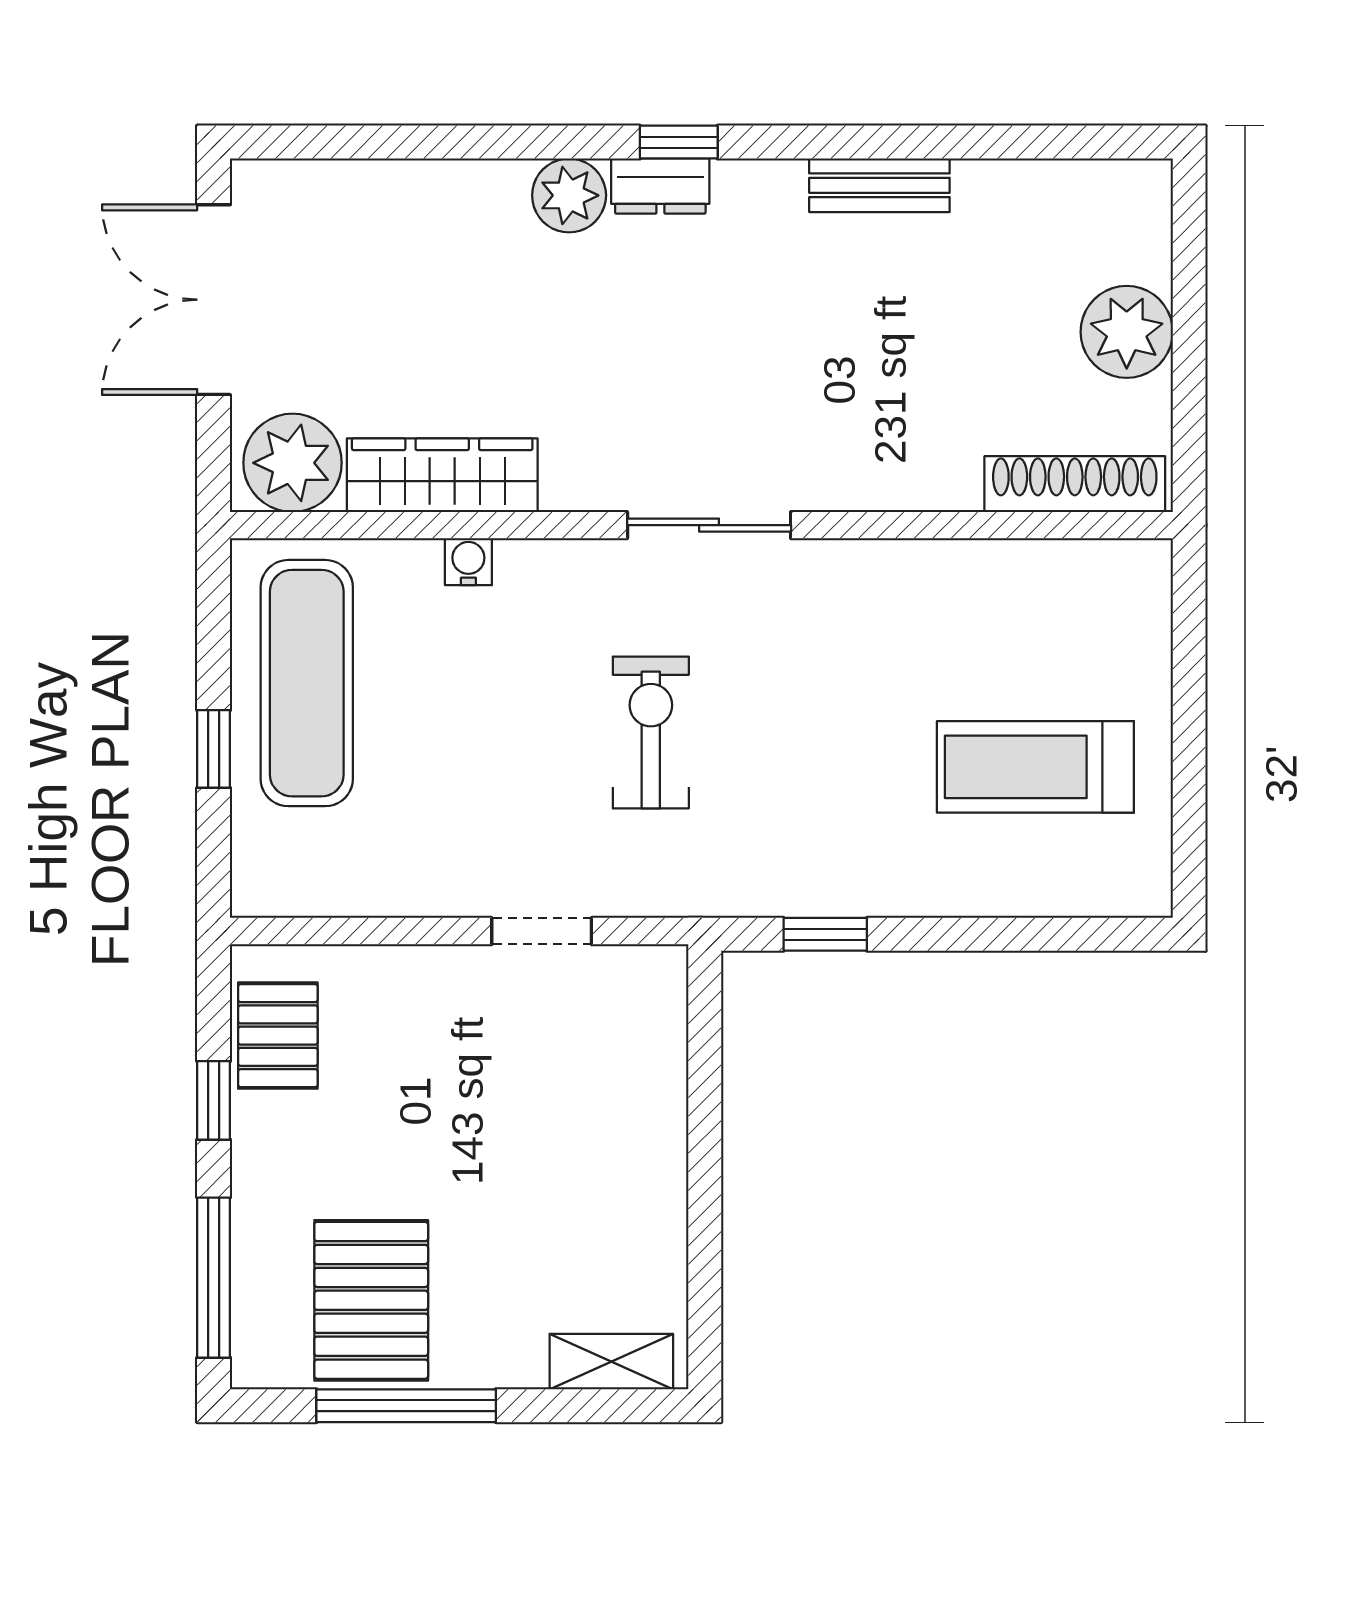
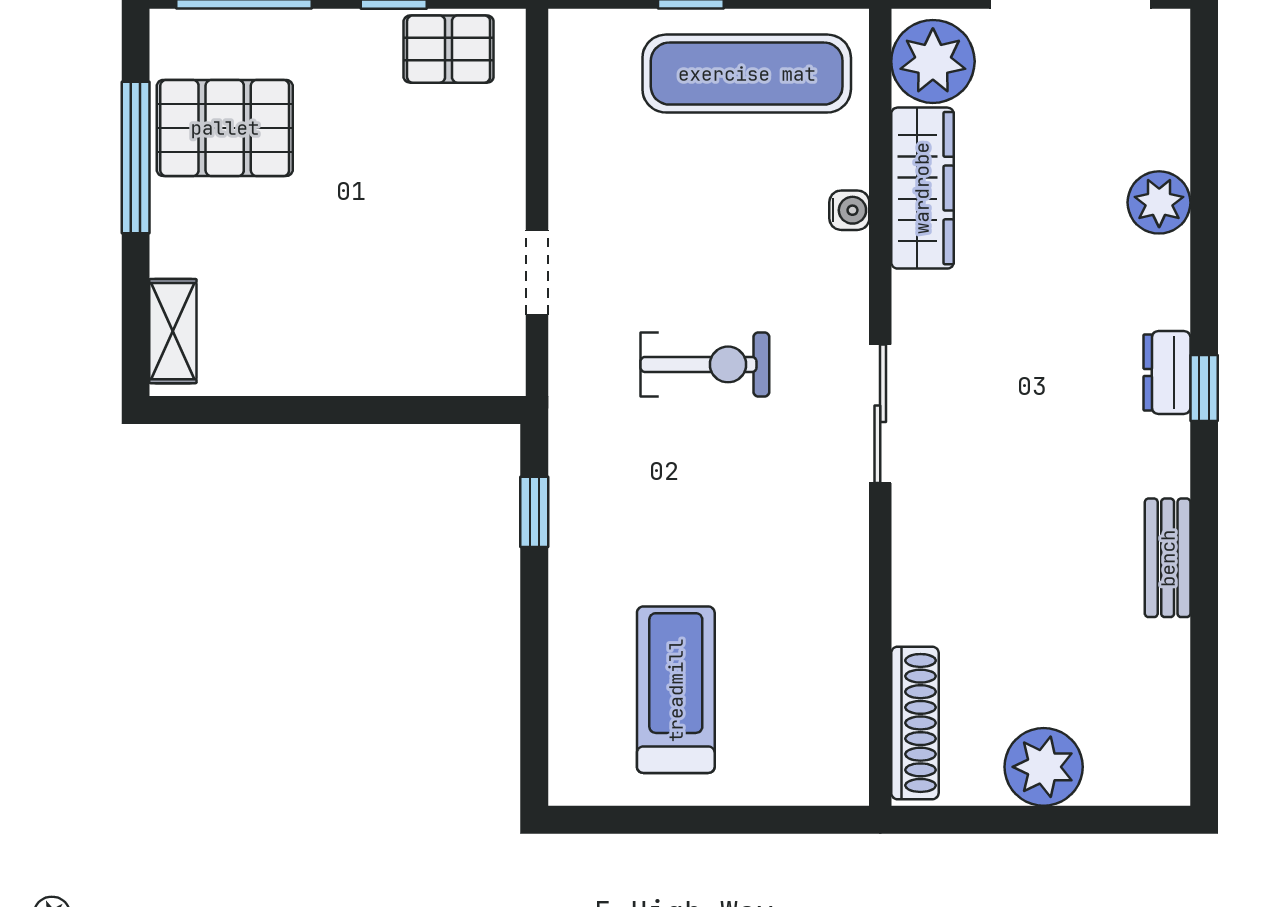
plant: (569, 195) -> (1159, 202), moved

